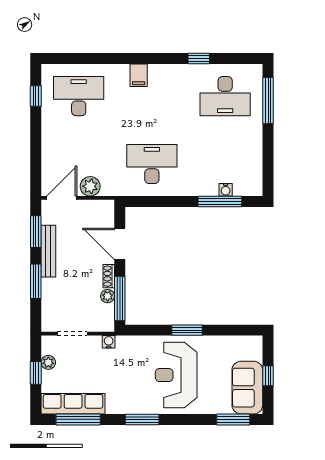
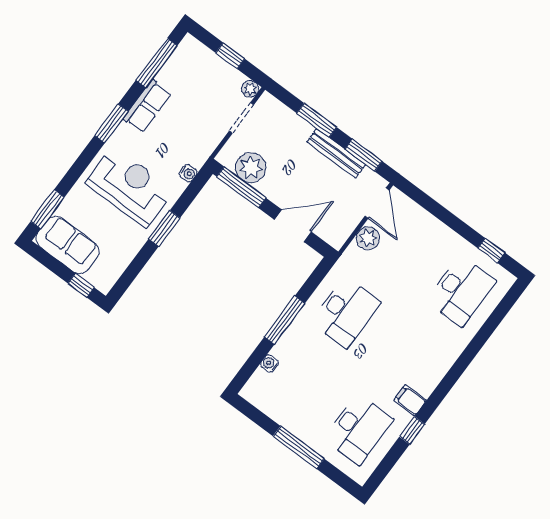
filing cabinet: (139, 75) -> (410, 400), moved
desk: (225, 96) -> (358, 429), turned 180
window: (268, 101) -> (299, 447), moved
window: (220, 201) -> (285, 320), moved
shoe rack: (109, 276) -> (270, 193), removed
plant: (108, 296) -> (251, 168), width x1.87, depth x1.87
water cooler: (109, 342) -> (188, 173), moved
plant: (48, 362) -> (250, 89), moved
window: (268, 376) -> (81, 285), moved
row of seats: (73, 404) -> (147, 106), moved, width x0.68

